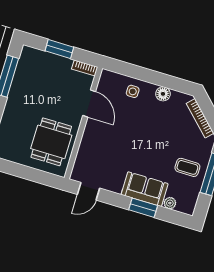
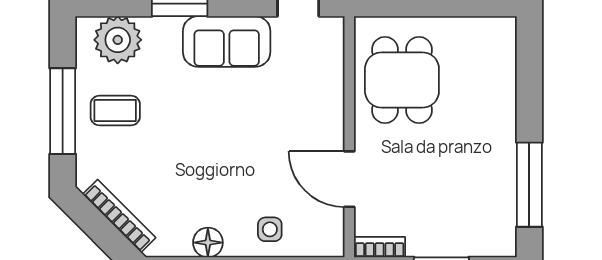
sofa: (145, 189) -> (227, 41), moved
plant: (170, 203) -> (118, 40), width x1.88, depth x1.88

